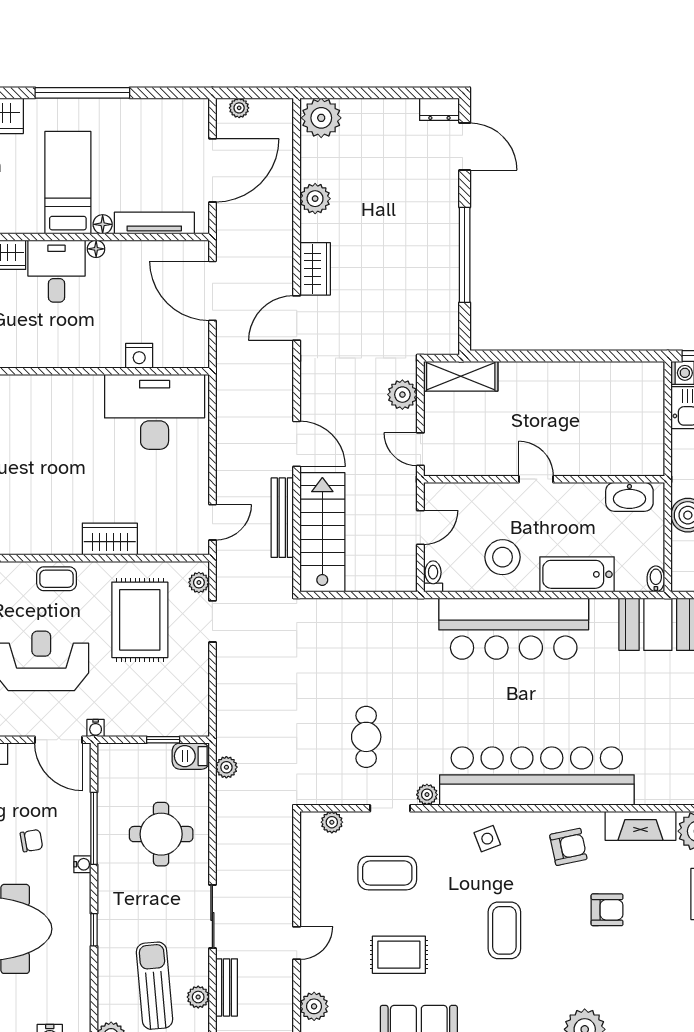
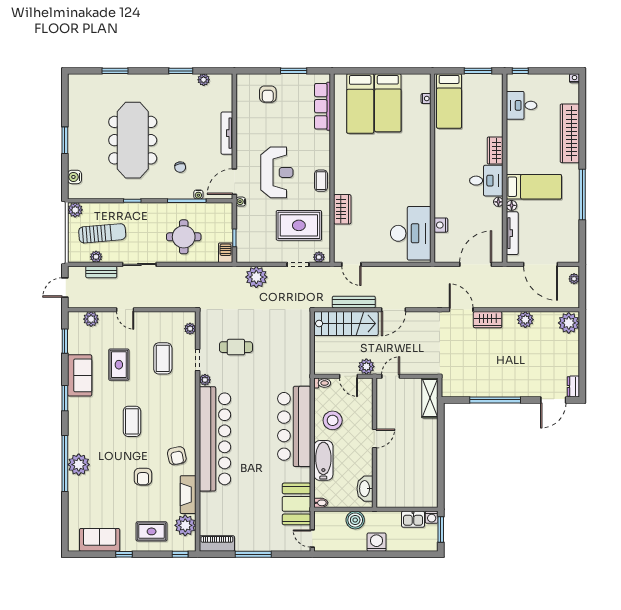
plant: (402, 395) -> (366, 367), moved
plant: (226, 767) -> (256, 277), moved, width x1.88, depth x1.88
side table: (487, 839) -> (181, 412), removed
water cooler: (82, 864) -> (198, 194), moved
coffee table: (504, 930) -> (132, 421), turned 90

